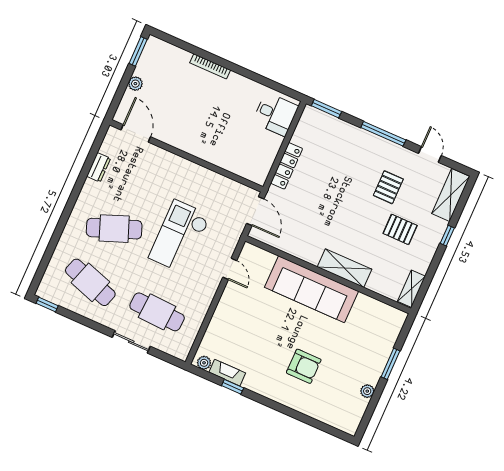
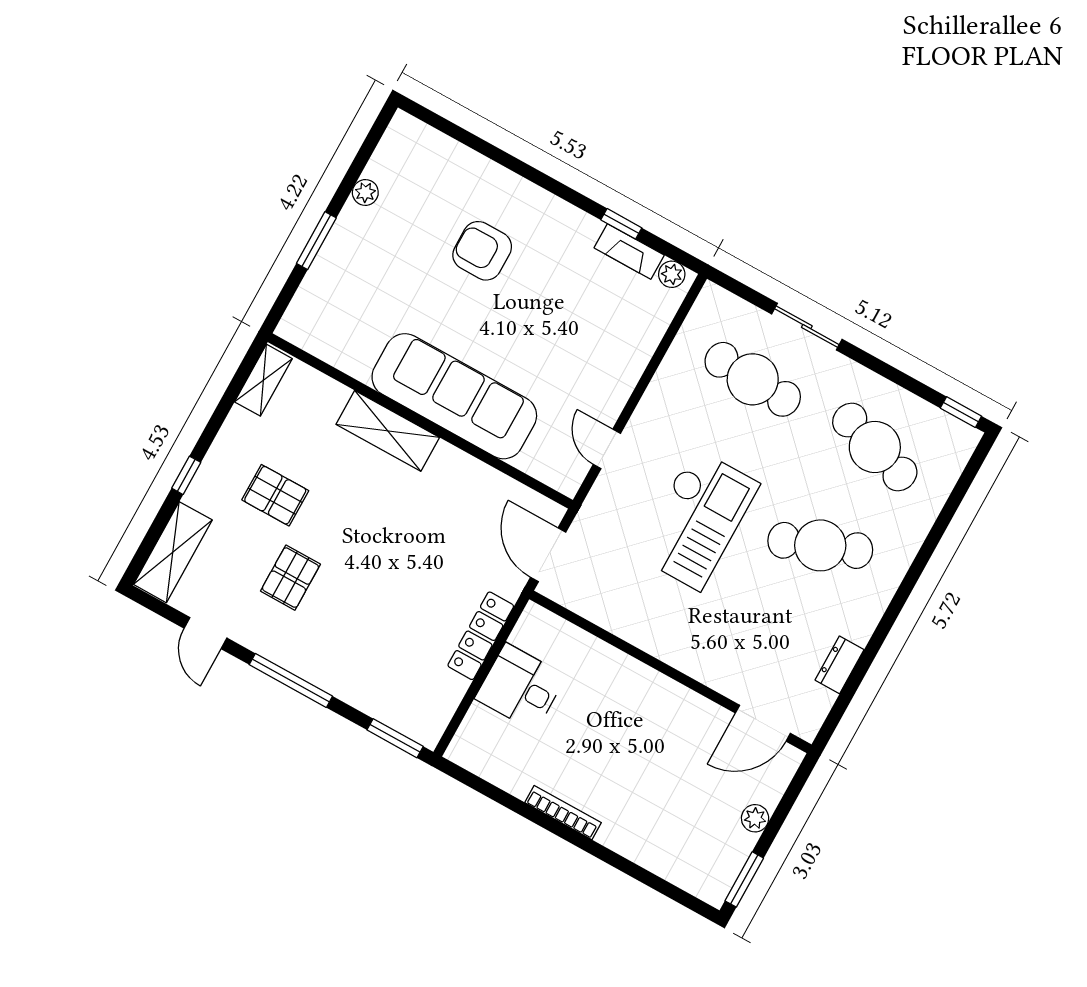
bookcase: (210, 66) -> (563, 813), moved
desk: (275, 114) -> (520, 687), moved
door: (136, 133) -> (763, 723), hinge flipped

